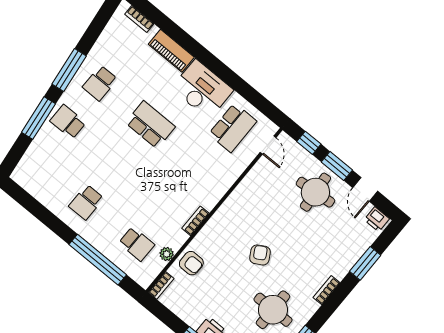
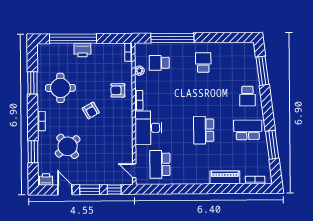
window: (69, 70) -> (272, 145), moved
school desk: (100, 83) -> (248, 130), width x1.85
desk: (202, 89) -> (148, 128), moved, turned 90
window: (38, 118) -> (262, 71), moved
school desk: (68, 122) -> (247, 96), turned 90
school desk: (150, 125) -> (204, 130), turned 90
round table: (315, 192) -> (68, 146), moved, turned -34
armchair: (191, 263) -> (118, 90), moved

